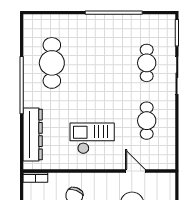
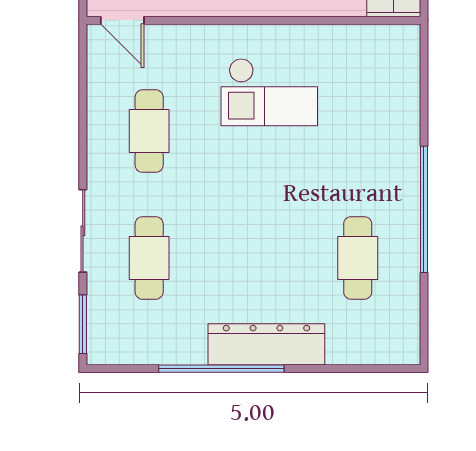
cafe table: (52, 63) -> (358, 258), width x0.73, depth x0.74
dresser: (33, 135) -> (266, 344), moved, turned 90
door: (135, 171) -> (122, 20), moved

